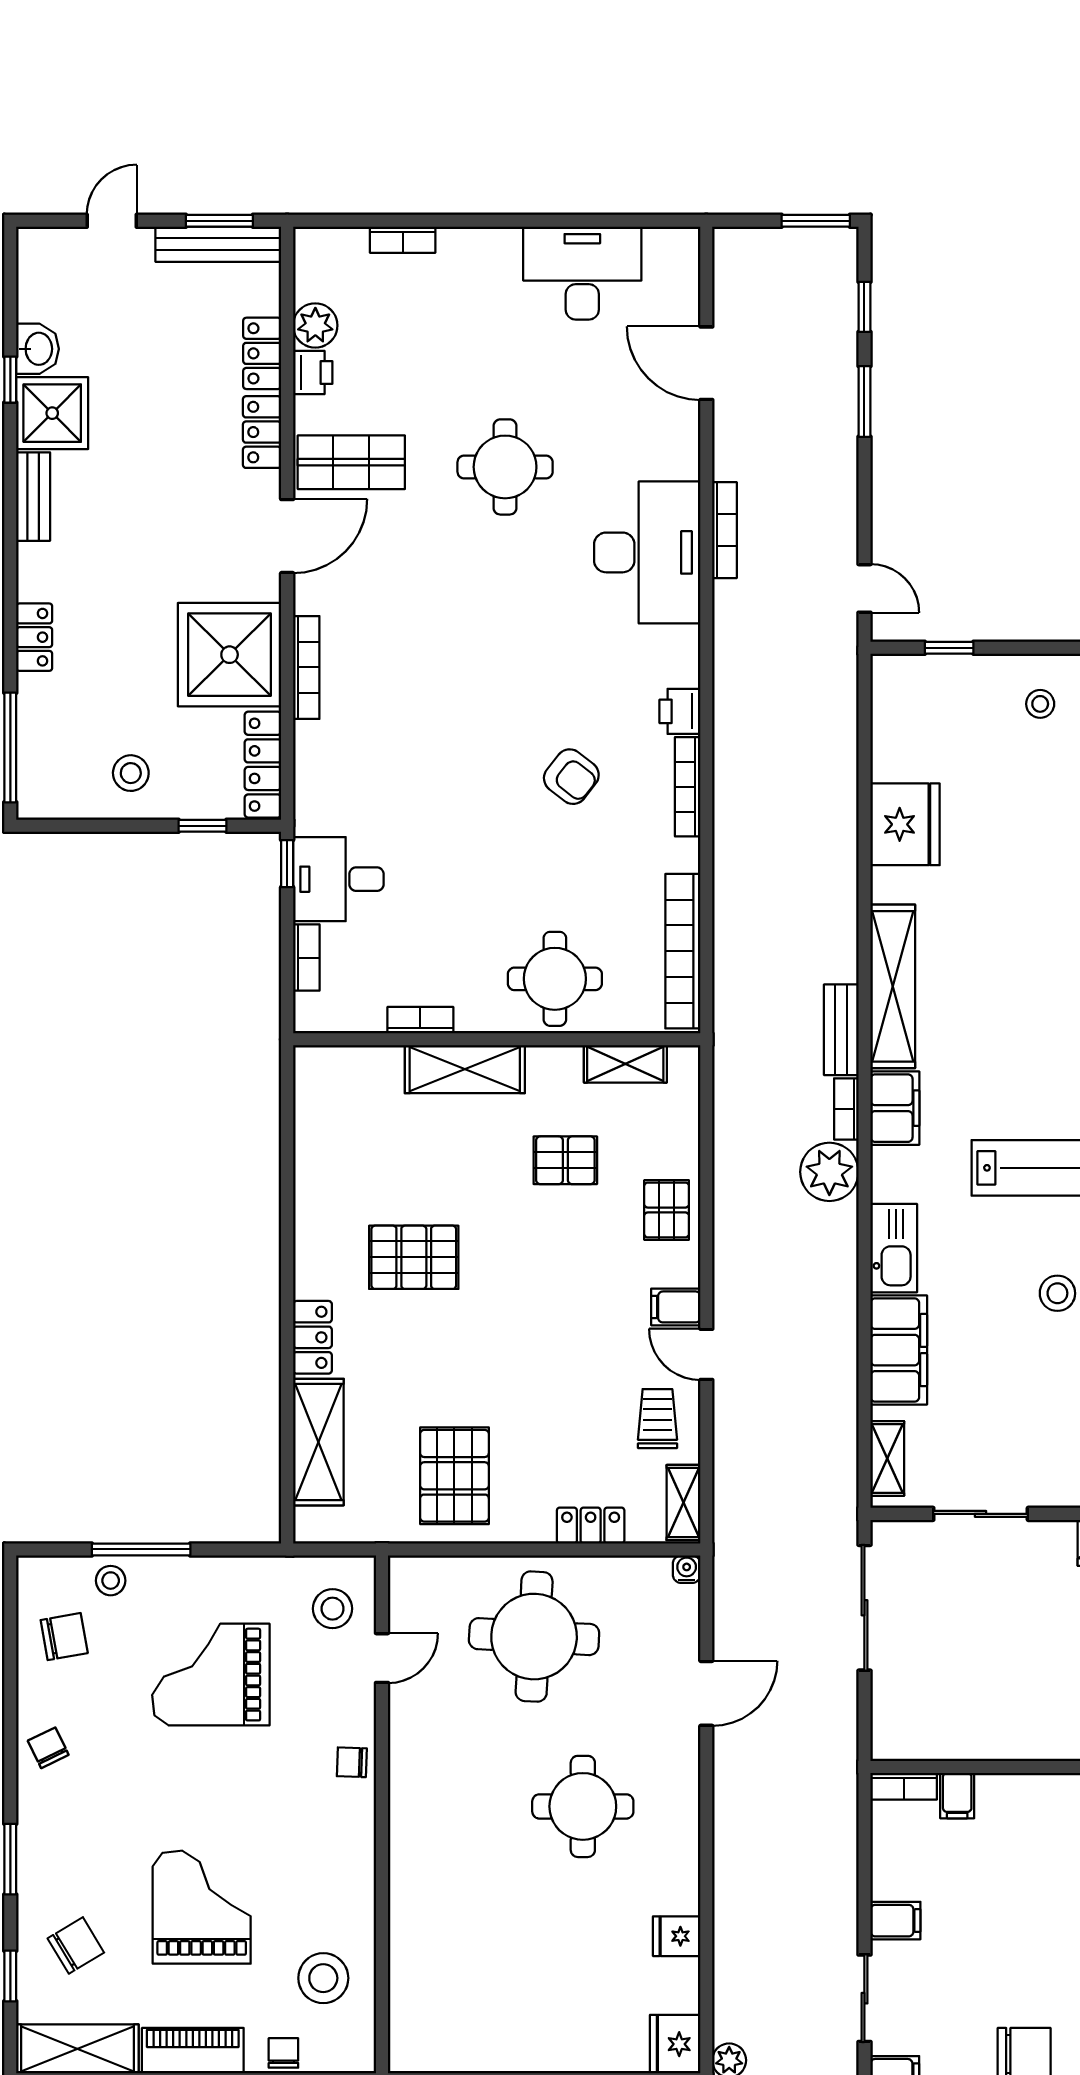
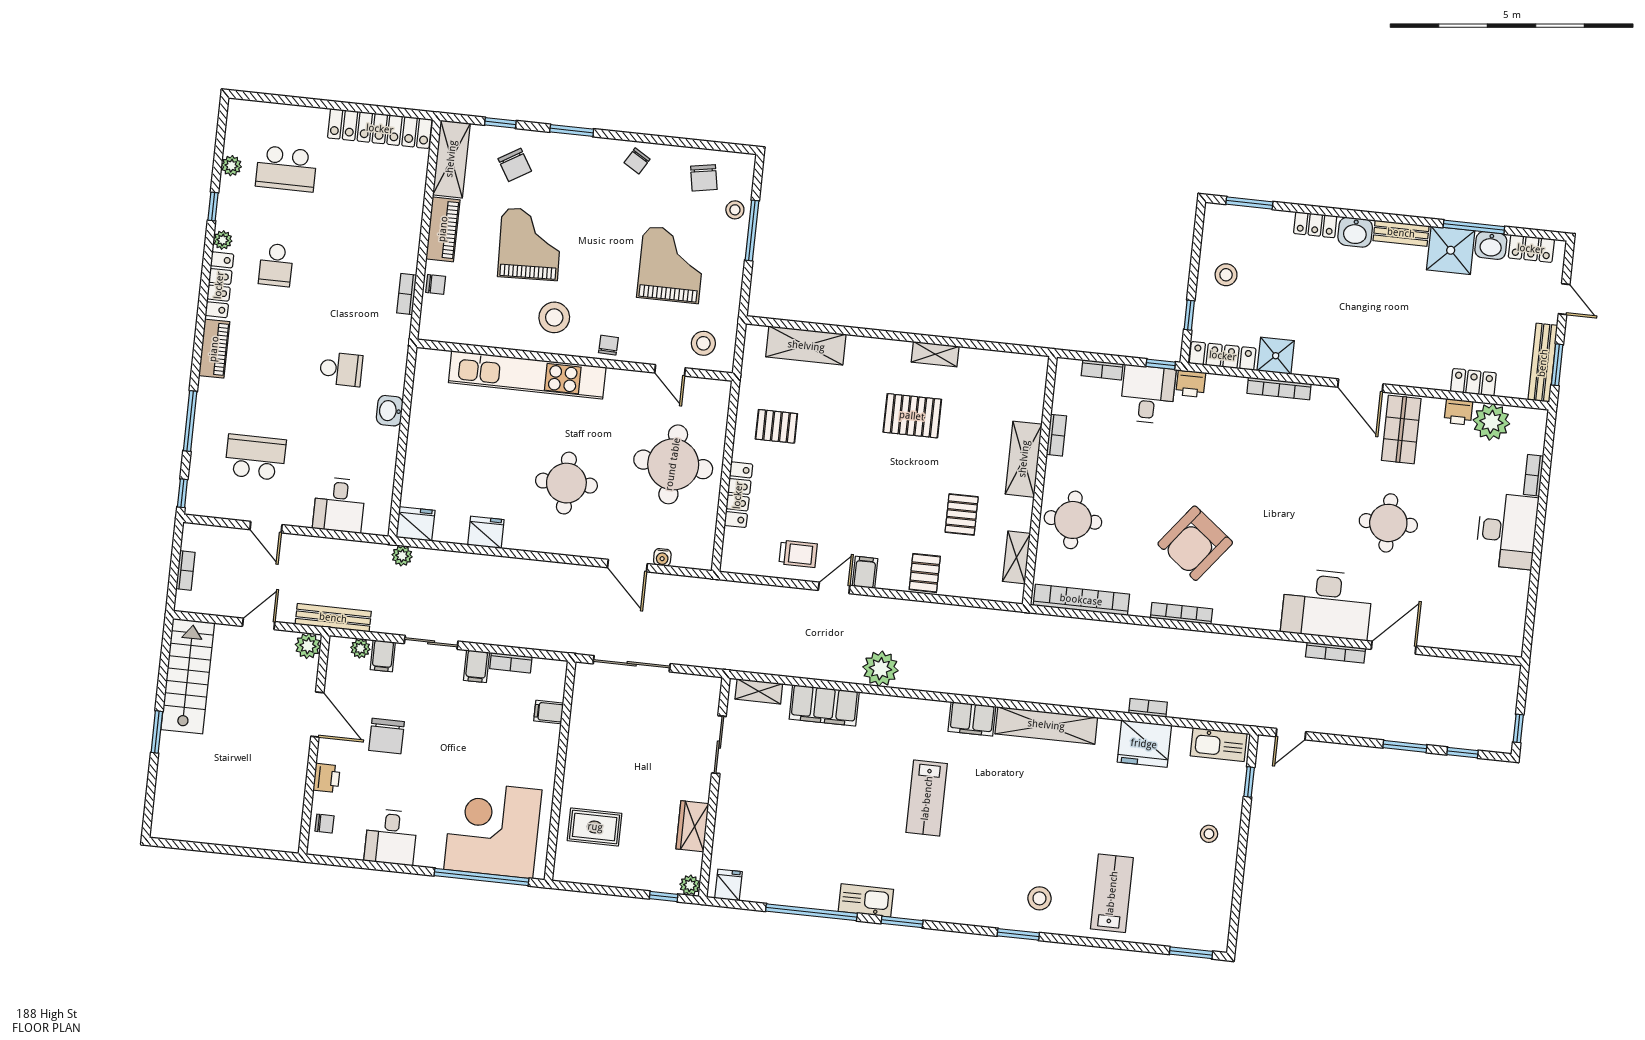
window: (816, 221) -> (1518, 728), width x0.67
desk: (582, 273) -> (1507, 531), moved
plant: (315, 325) -> (1491, 422), width x1.36, depth x1.36
door: (706, 363) -> (1394, 648), moved
window: (10, 380) -> (1474, 227), width x2.17
locker: (262, 432) -> (1531, 249), moved, turned 180
washbasin: (39, 571) -> (1355, 232), added
shower: (230, 655) -> (1276, 356), width x0.54, depth x0.54
printer: (680, 711) -> (1191, 384), moved, turned 180
window: (10, 748) -> (1249, 203), width x0.69
armchair: (571, 777) -> (1195, 543), width x1.88, depth x1.88
bench: (841, 1030) -> (1023, 691), removed
bookcase: (846, 1109) -> (1148, 708), moved
plant: (829, 1172) -> (880, 669), moved
pallet: (667, 1210) -> (925, 573), turned 90
kitchen sink: (894, 1248) -> (1219, 745), moved
pallet: (414, 1257) -> (912, 416), turned 90
stool: (1057, 1293) -> (848, 806), removed
locker: (312, 1337) -> (870, 349), removed
pallet: (454, 1476) -> (776, 426), width x0.67, depth x0.71
shelving: (683, 1503) -> (935, 354), moved
locker: (591, 1526) -> (738, 495), width x1.53
water cooler: (687, 1569) -> (662, 557), moved, turned 90
sliding door: (864, 1608) -> (632, 664), moved
chair: (48, 1748) -> (637, 161), turned 147
bookcase: (904, 1786) -> (511, 663), moved, turned -90
kitchen unit: (414, 1889) -> (527, 375), added
grand piano: (202, 1907) -> (530, 244), turned -92
fridge: (677, 1936) -> (486, 532), width x1.38
stool: (323, 1978) -> (554, 317), moved

